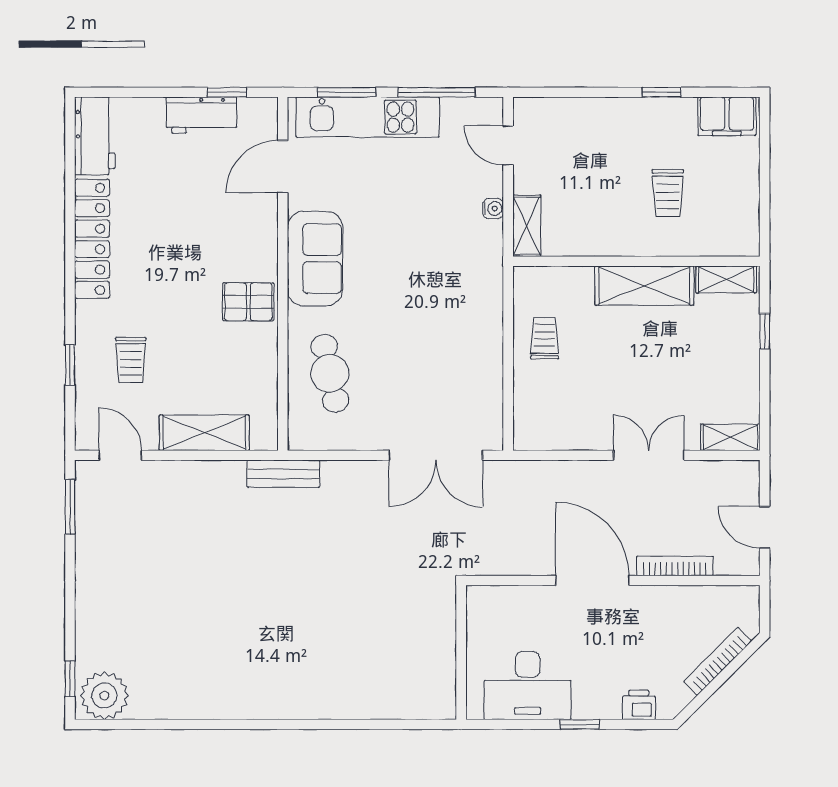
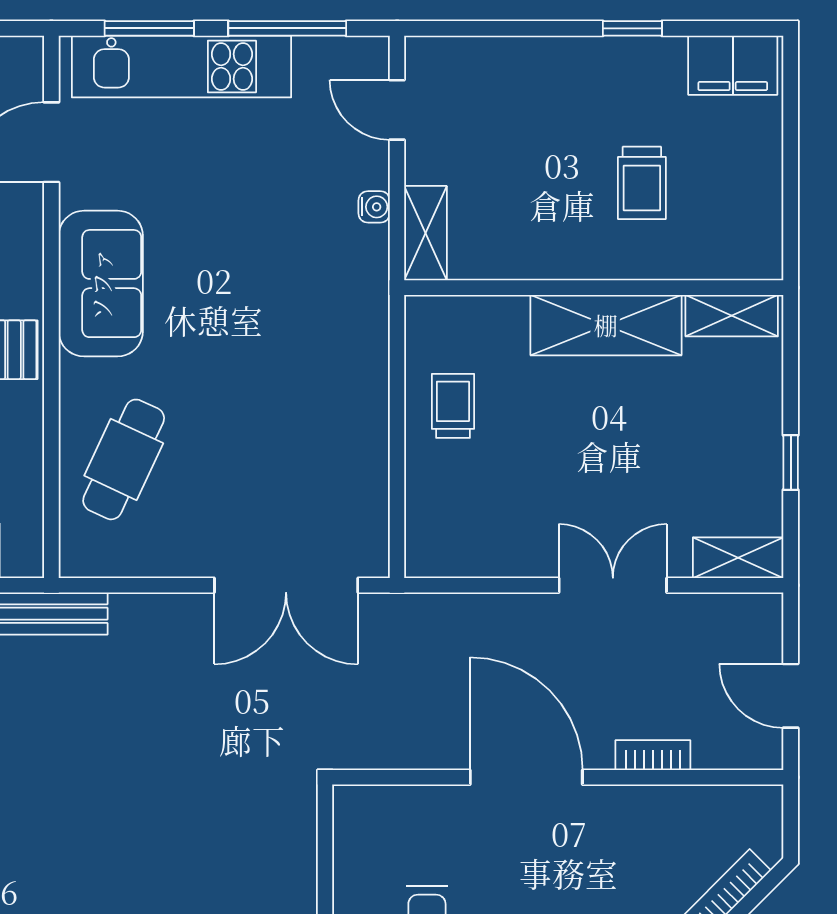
window: (765, 331) -> (791, 462), moved
cafe table: (330, 373) -> (124, 459), turned 37
bookcase: (675, 566) -> (653, 755), width x0.64

